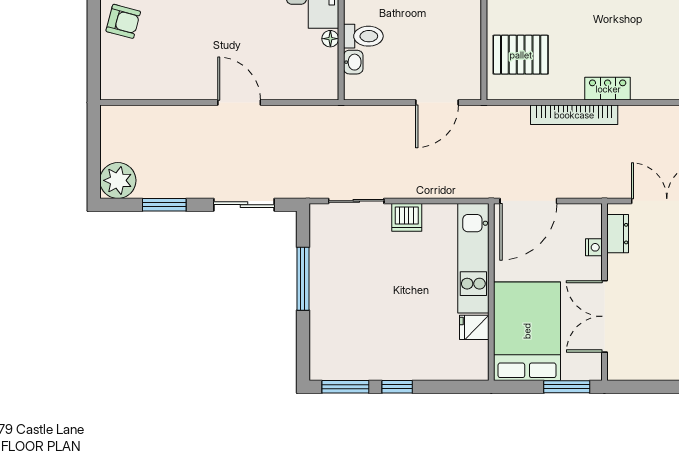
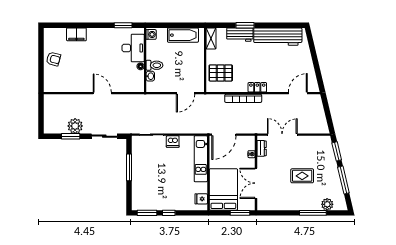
plant: (118, 180) -> (75, 126), moved
fridge: (474, 327) -> (201, 199), moved

